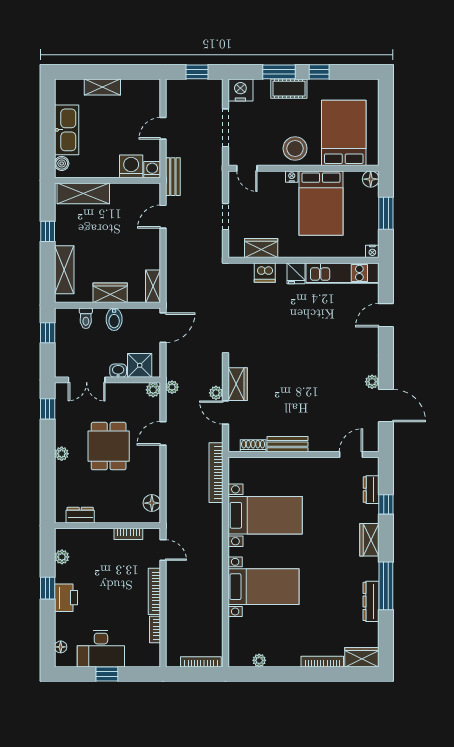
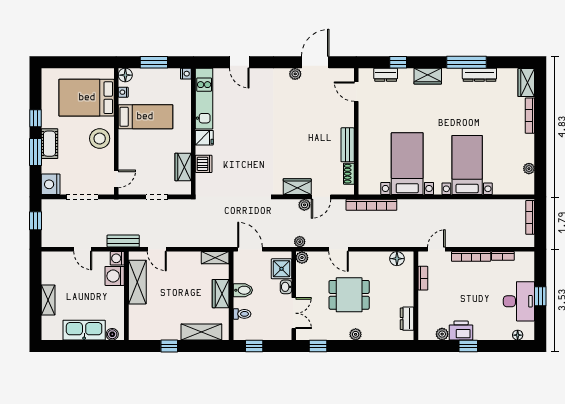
nightstand: (292, 177) -> (123, 92), moved
shelving: (83, 193) -> (137, 282), moved
bed: (321, 203) -> (145, 117), width x0.67
printer: (66, 598) -> (461, 331), moved

